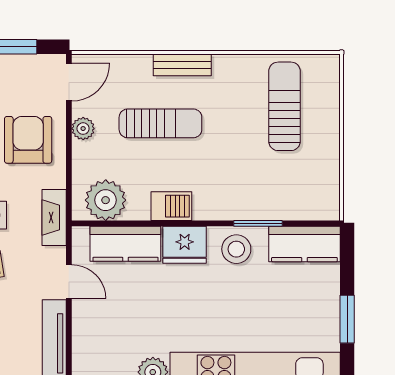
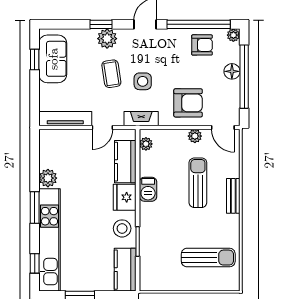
sun lounger: (160, 123) -> (198, 183), turned 180
plant: (106, 200) -> (146, 144), width x0.53, depth x0.53

